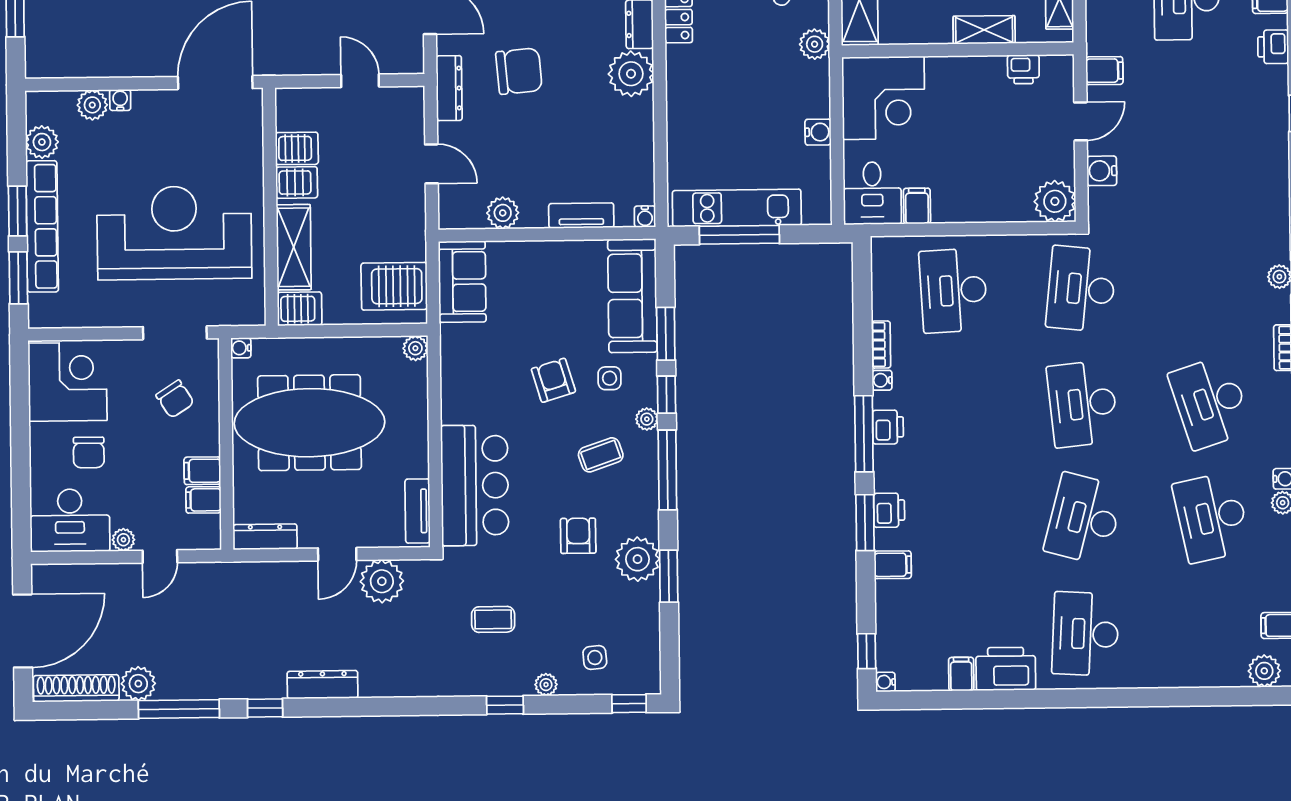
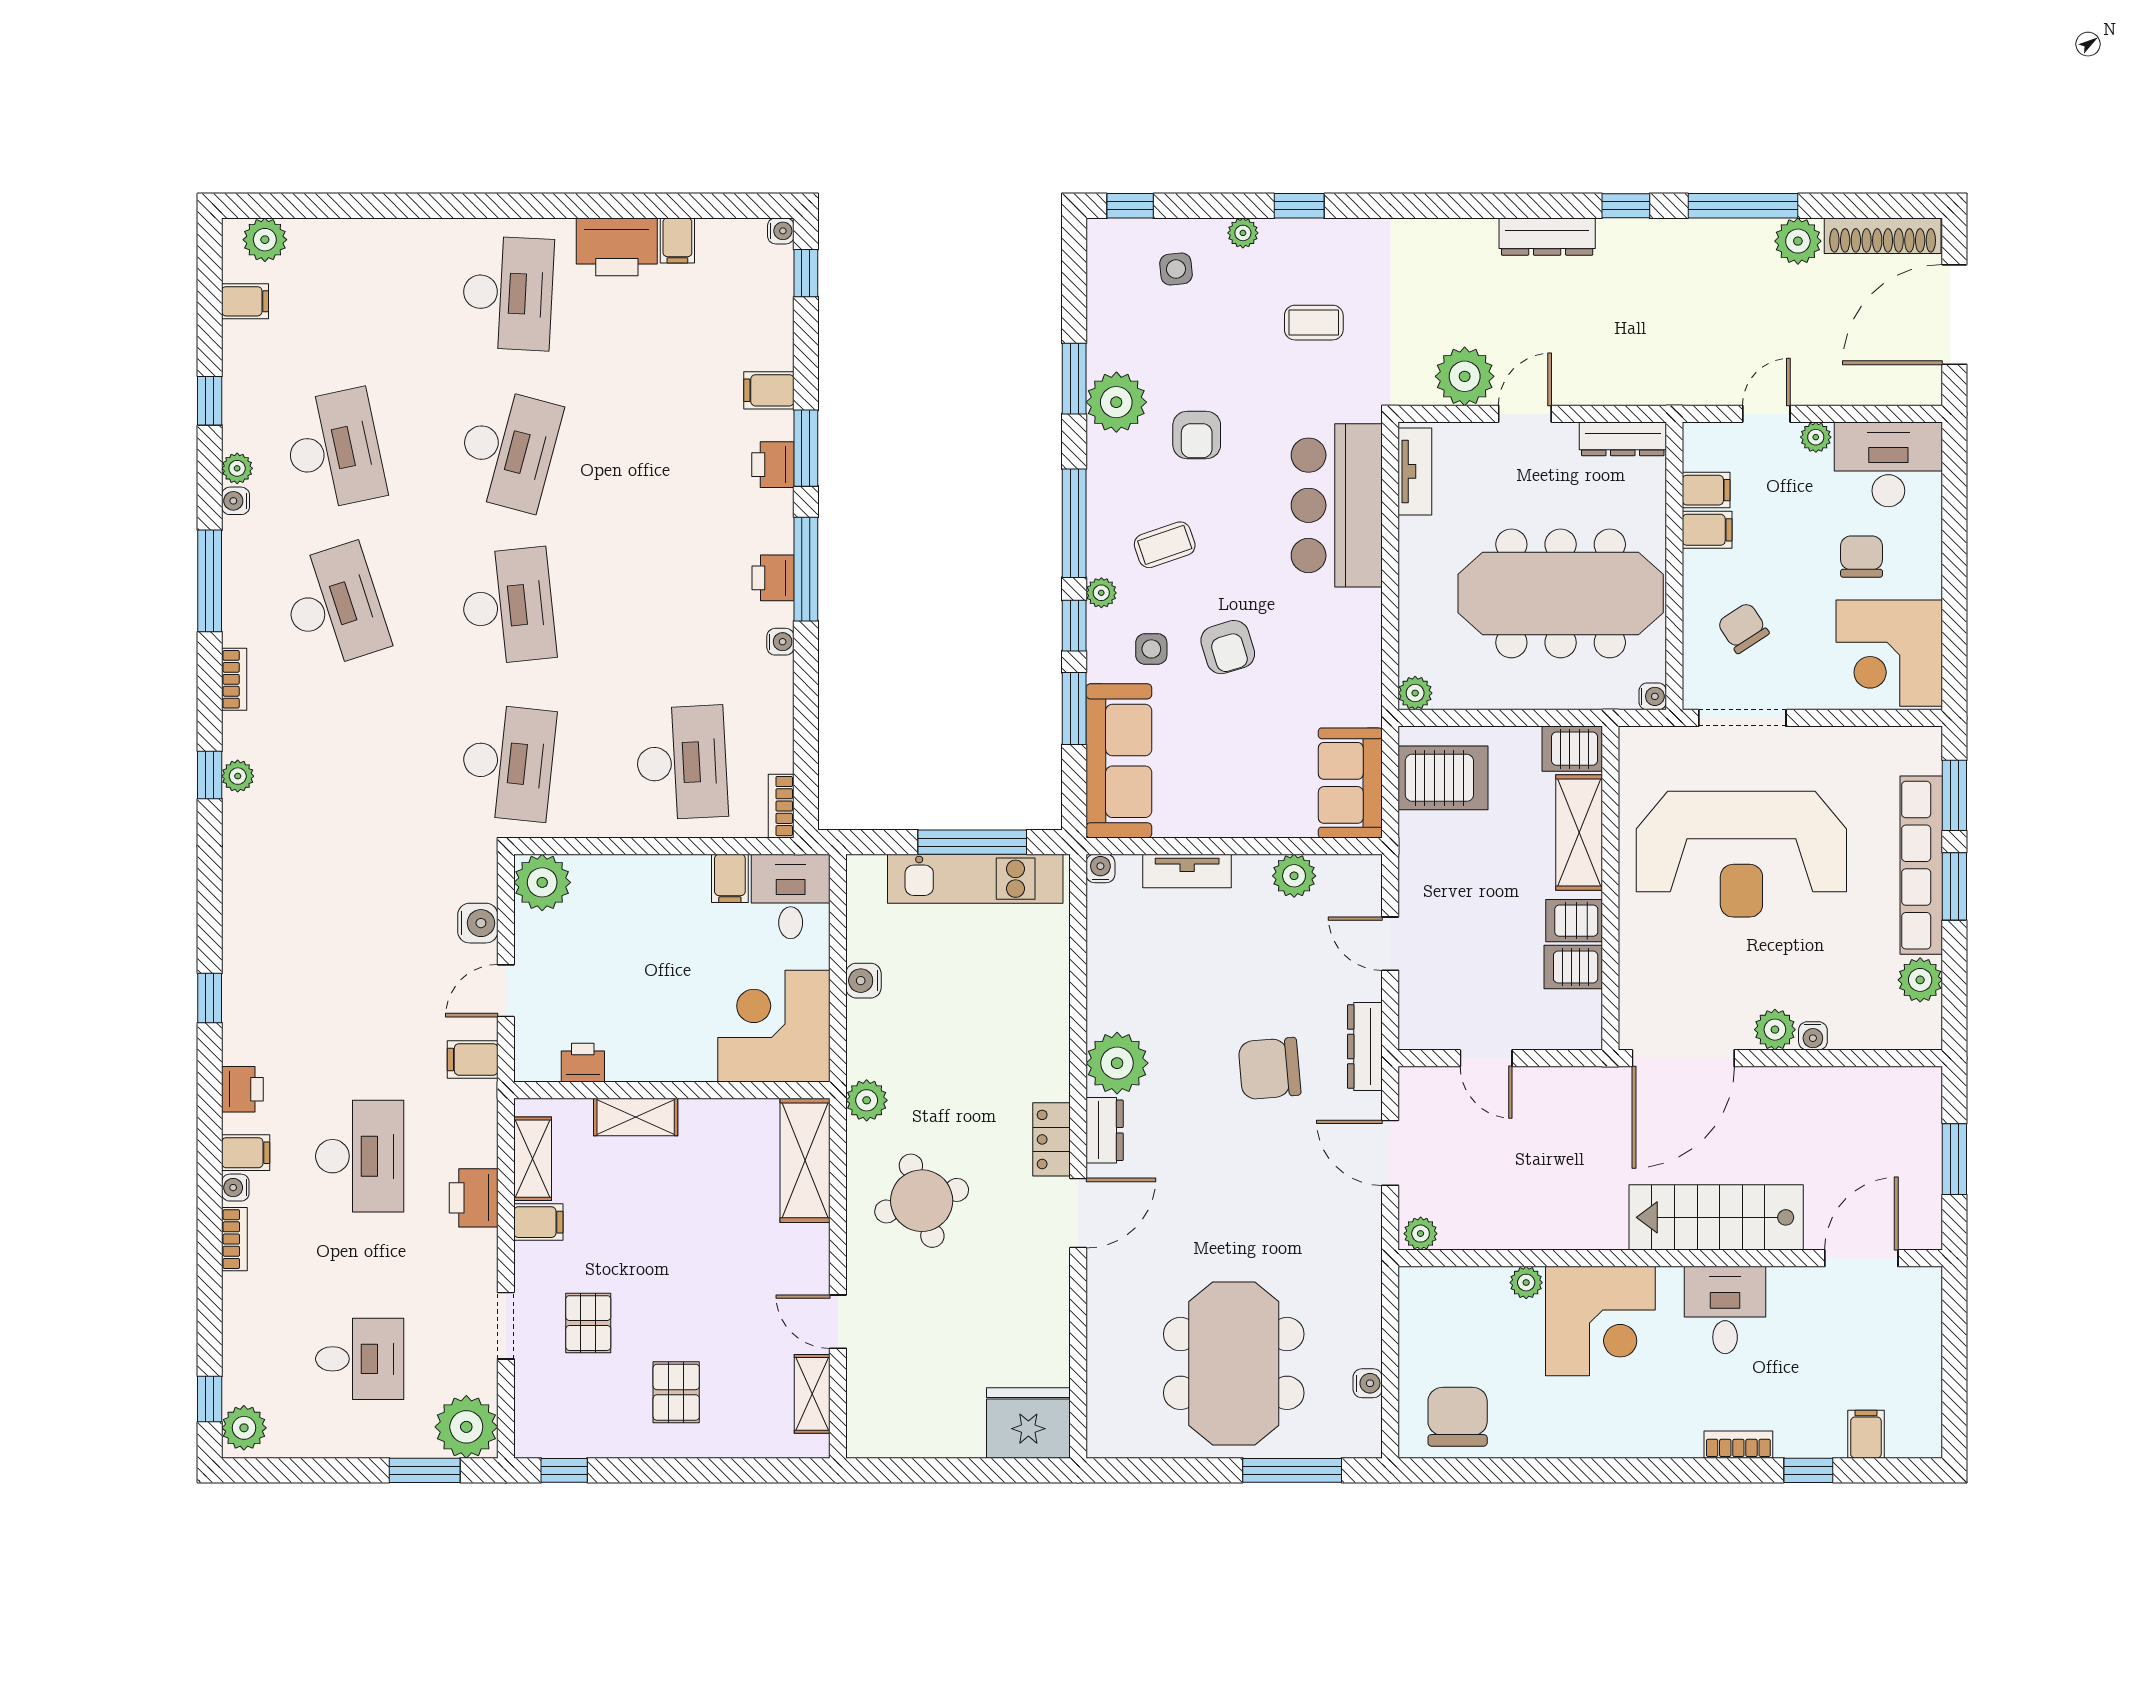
plant: (92, 105) -> (1775, 1030), moved
bookcase: (881, 345) -> (781, 806), moved

